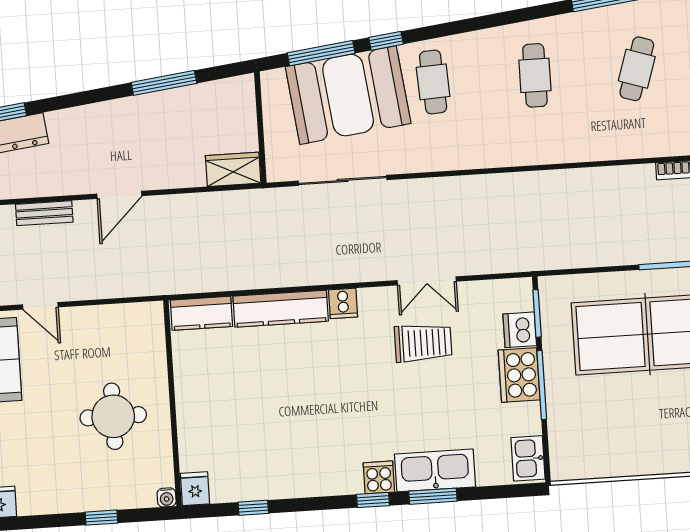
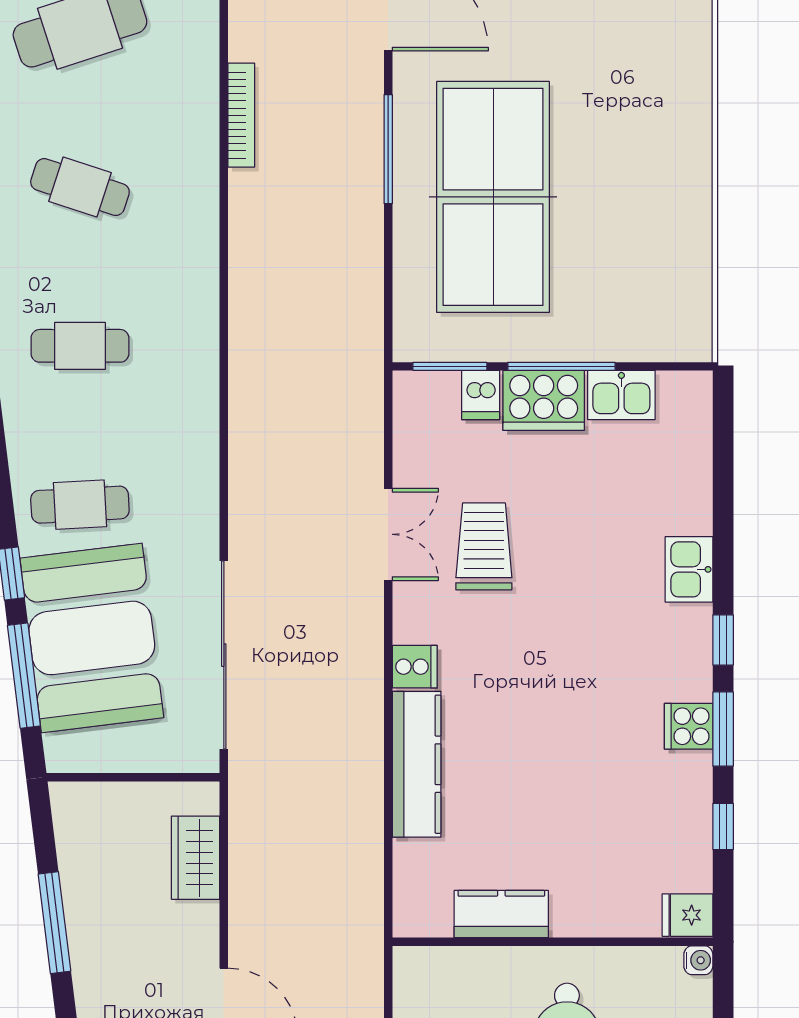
wardrobe: (233, 169) -> (196, 858), moved
sliding door: (343, 180) -> (224, 655), width x1.36
kitchen counter: (201, 313) -> (501, 914), moved, turned -90
dishwasher: (520, 330) -> (481, 395), width x0.73
kitchen sink: (528, 458) -> (621, 395), moved
kitchen sink: (435, 470) -> (689, 569), width x0.53, depth x0.81
cooker: (379, 477) -> (689, 726), moved
window: (433, 496) -> (723, 729), moved

